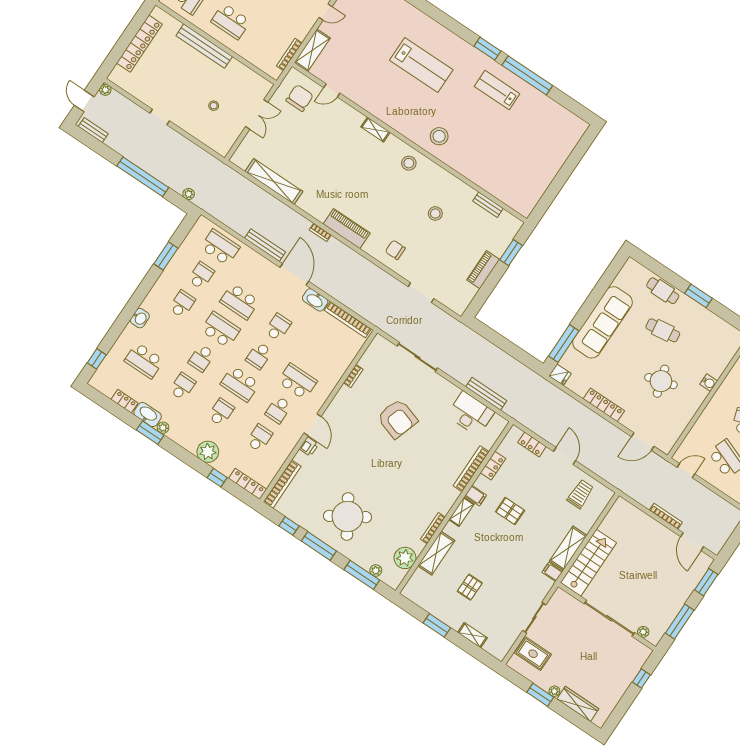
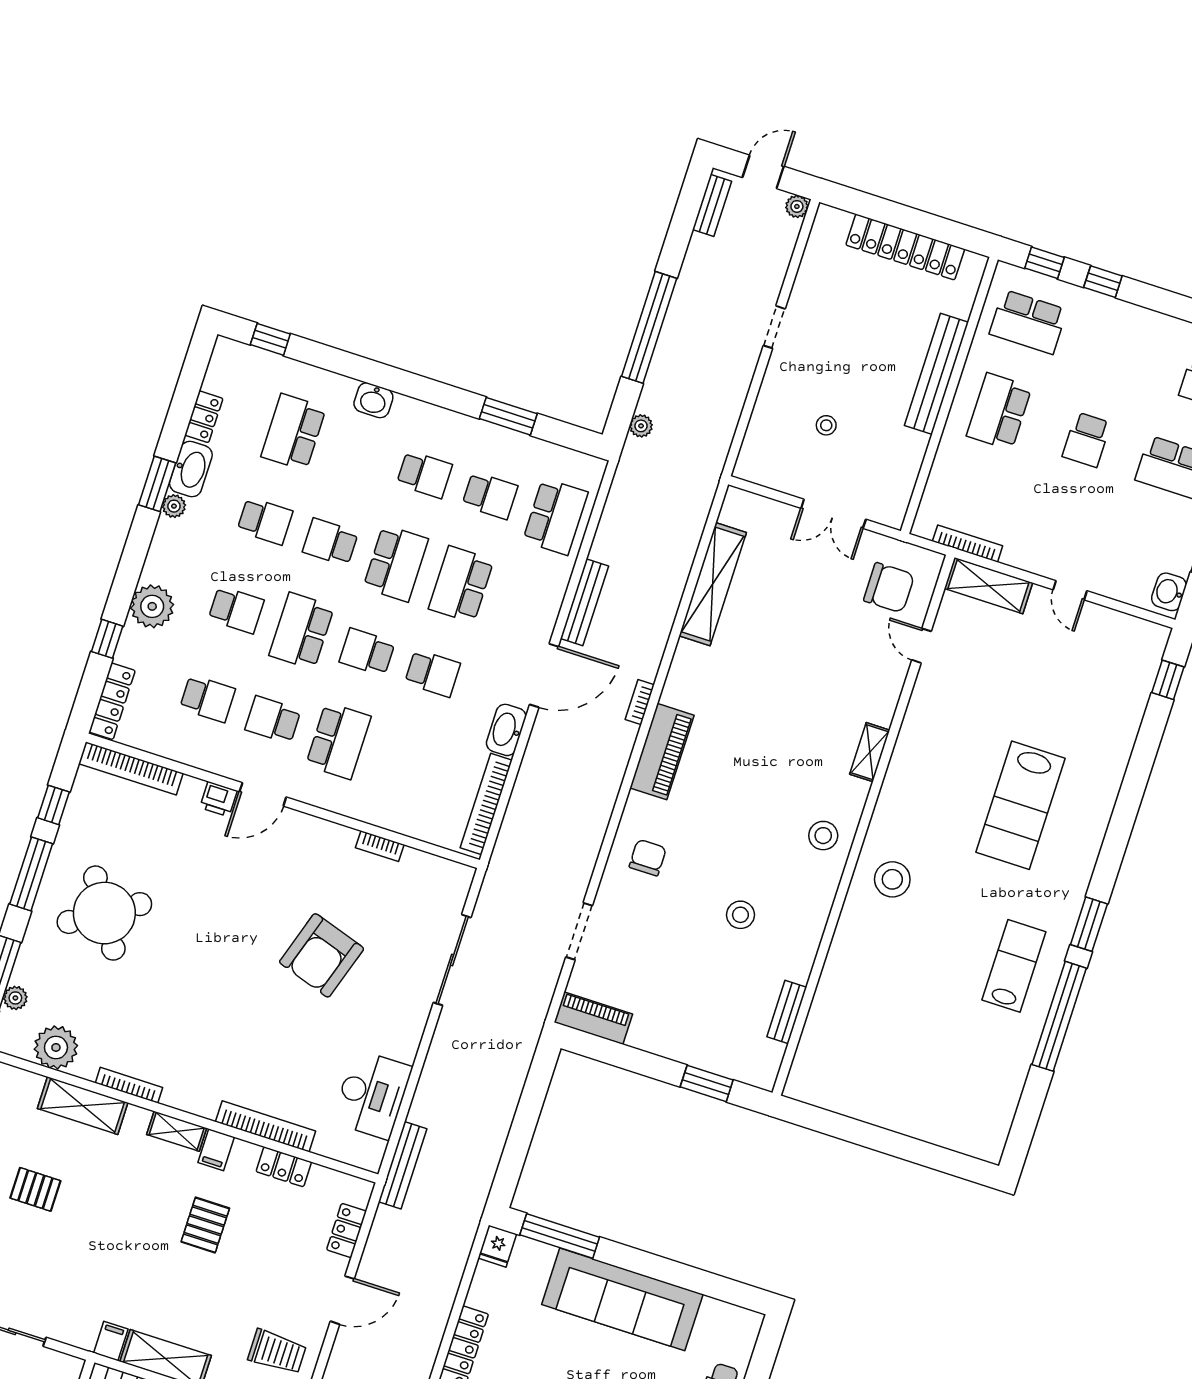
piano: (483, 270) -> (593, 1018), moved
bench: (486, 394) -> (403, 1165), moved

